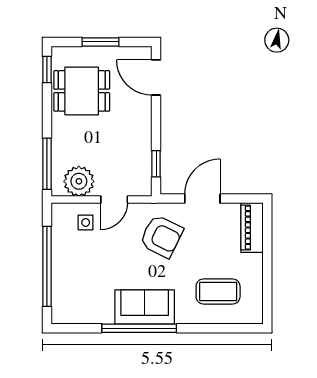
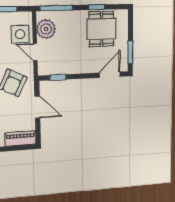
window: (100, 42) -> (130, 52), moved
window: (47, 70) -> (97, 7), moved
side table: (86, 222) -> (20, 34), width x1.87, depth x1.87

